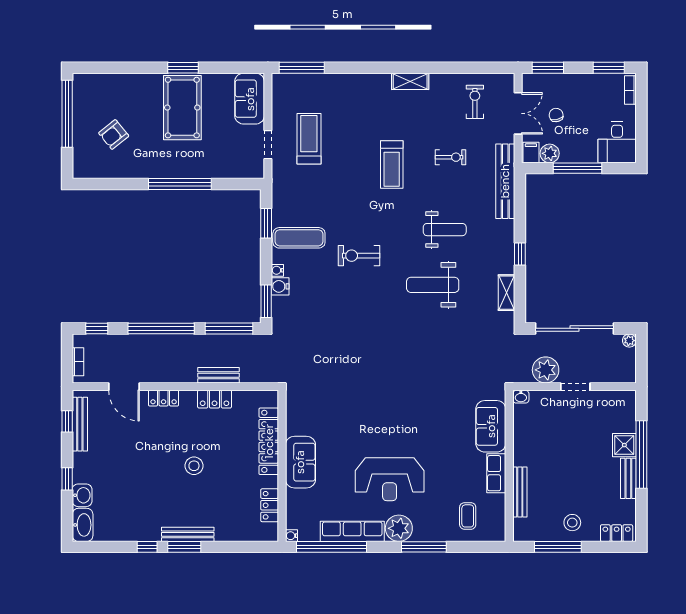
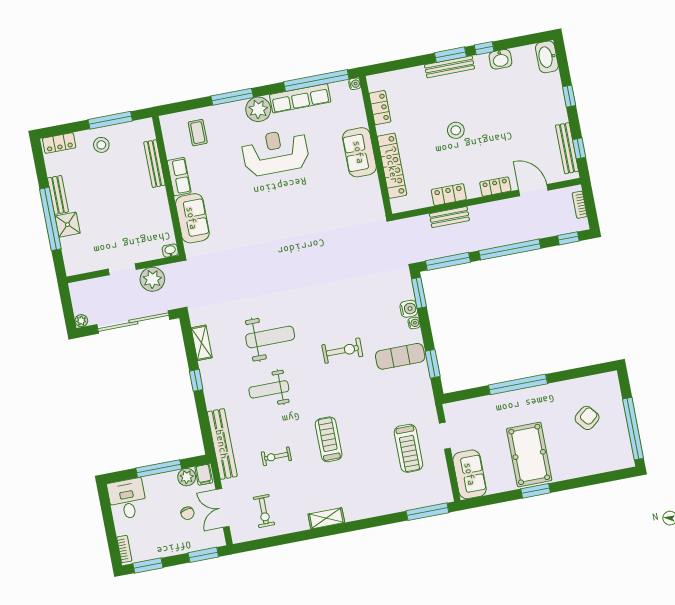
washbasin: (82, 495) -> (500, 59), moved, turned -90

